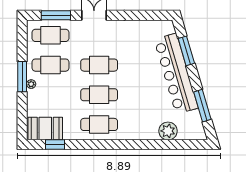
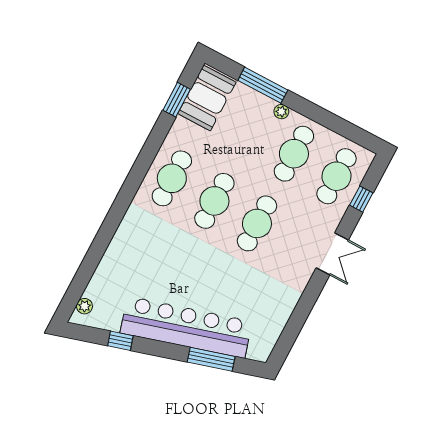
window: (56, 15) -> (361, 199), width x0.46
window: (22, 77) -> (263, 85), moved
window: (202, 106) -> (120, 341), width x0.46
plant: (168, 131) -> (84, 306), moved, width x0.53, depth x0.53

